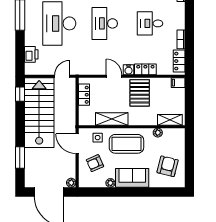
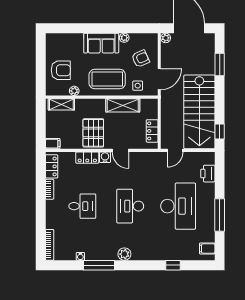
desk: (105, 23) -> (130, 206), turned 180
door: (77, 144) -> (159, 79), hinge flipped
armchair: (168, 166) -> (61, 70), moved, turned -104

